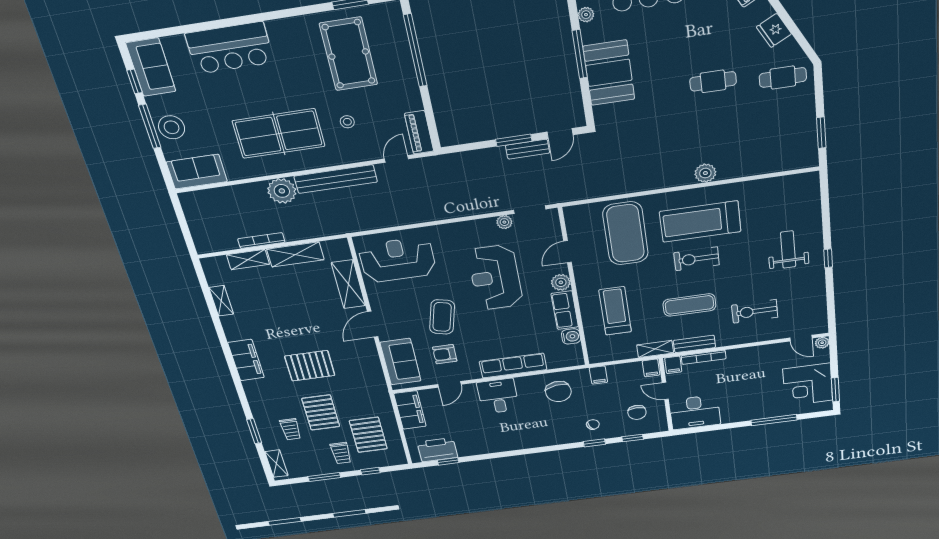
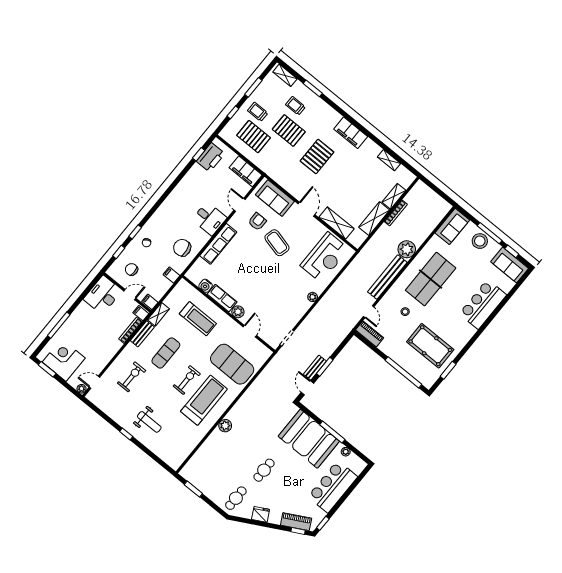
booth: (609, 73) -> (309, 439), width x1.36, depth x1.42
plant: (504, 222) -> (313, 297), moved
reception desk: (495, 278) -> (271, 287), removed

